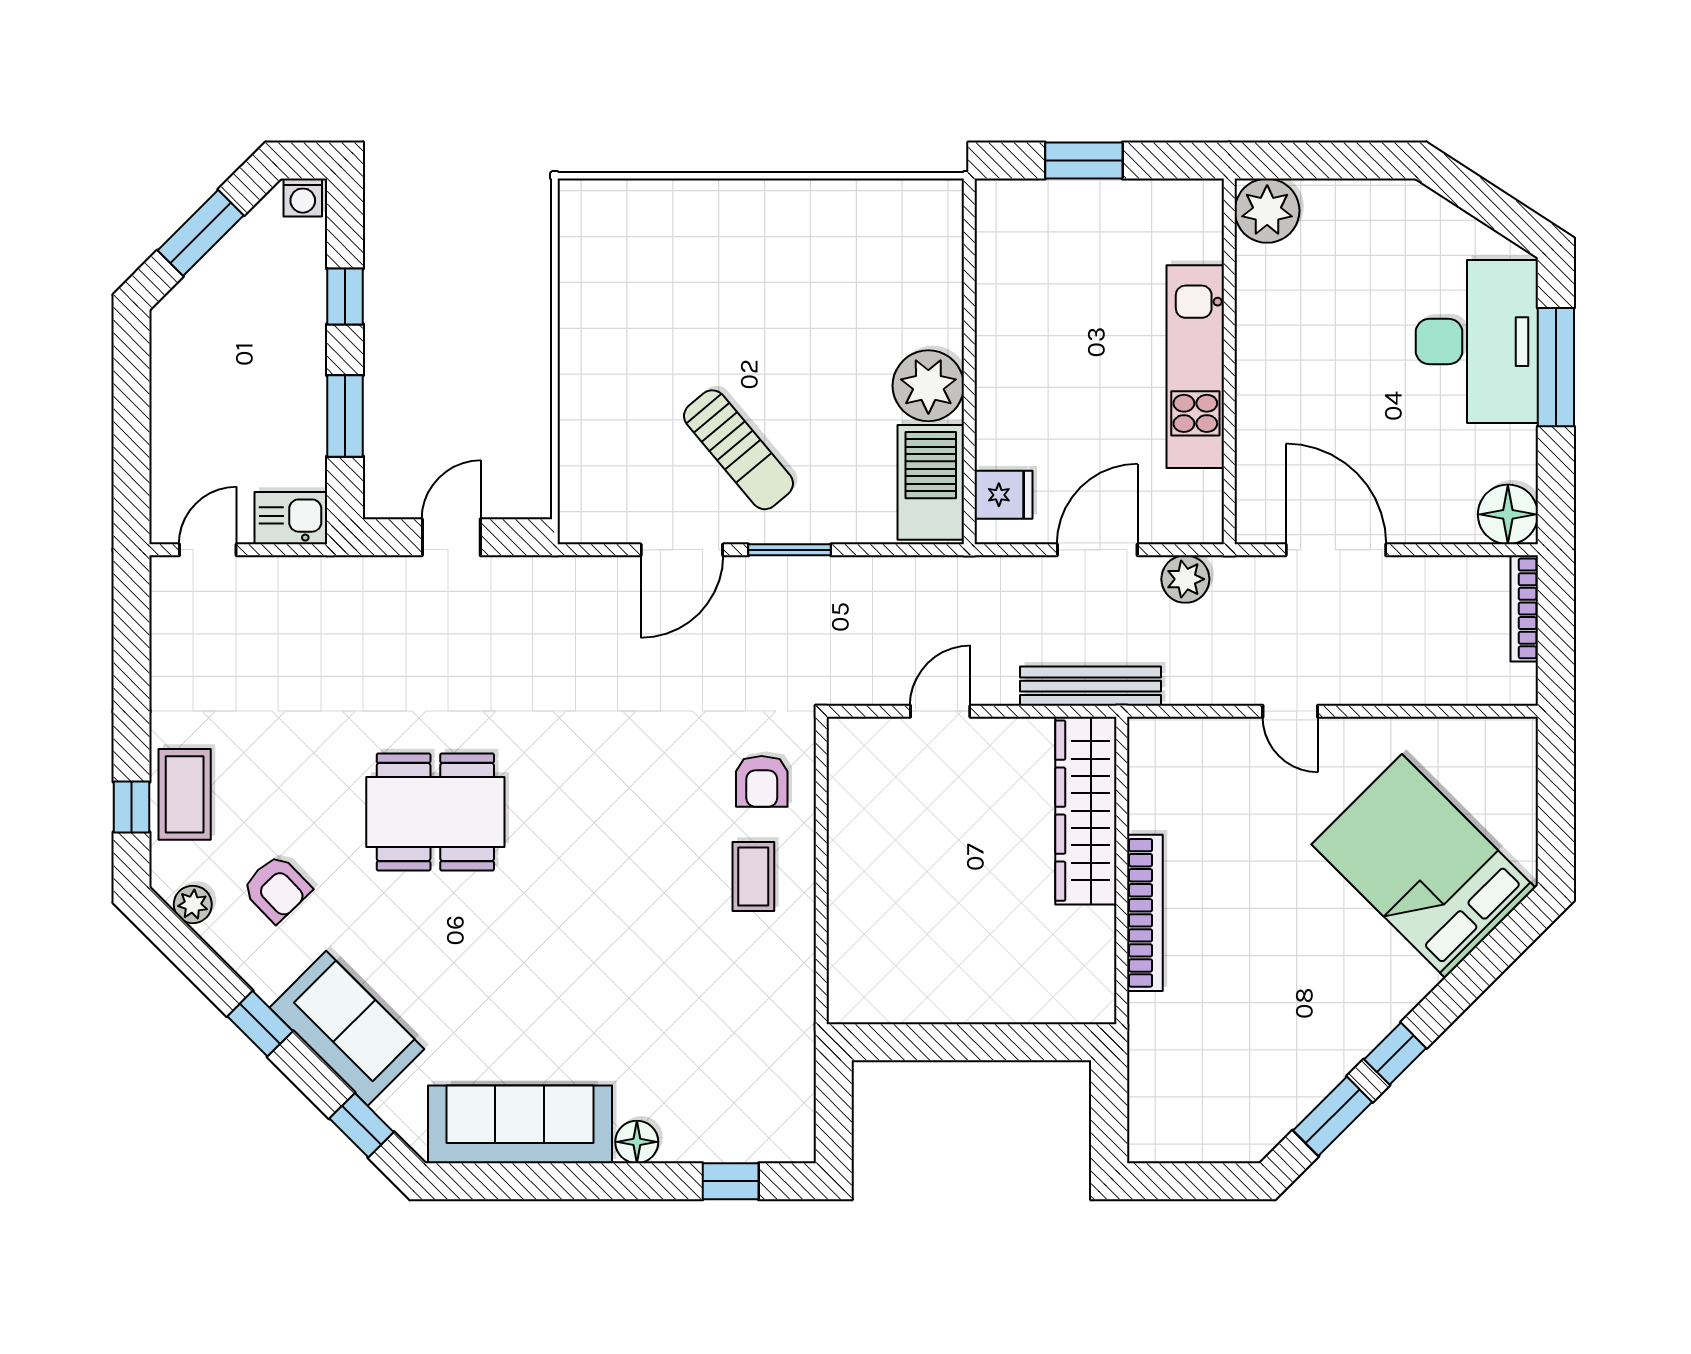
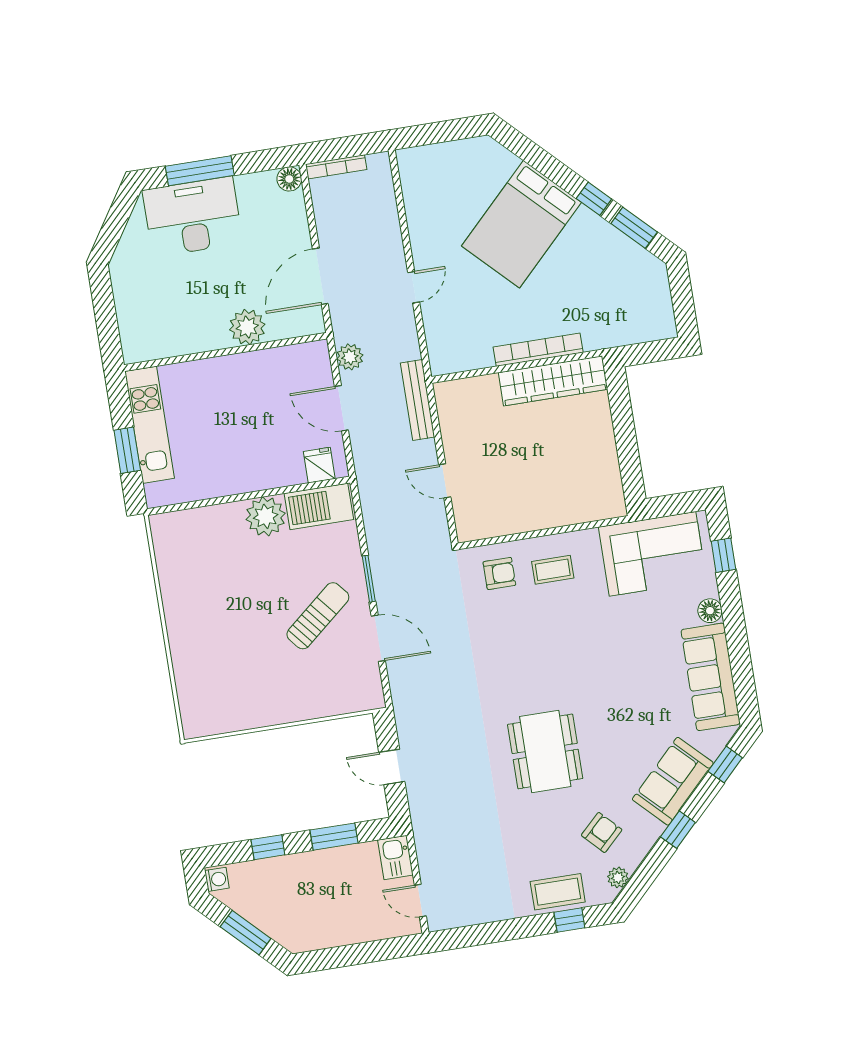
plant: (1267, 211) -> (247, 327), moved
kitchen unit: (1195, 367) -> (150, 425), moved, turned -90
floor lamp: (1508, 514) -> (289, 179), width x0.73, depth x0.73
wardrobe: (1086, 811) -> (553, 381), moved
bed: (1424, 866) -> (521, 224), moved
corner sofa: (753, 1057) -> (653, 554), added

